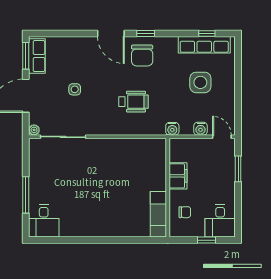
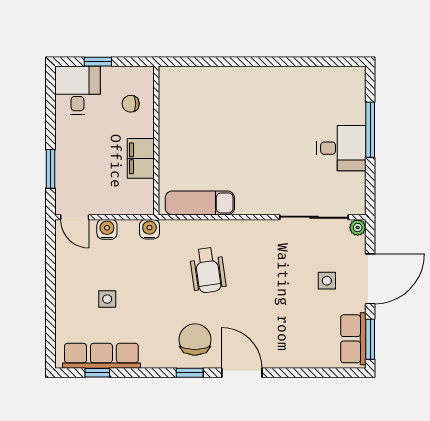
side table: (200, 82) -> (107, 299), width x0.54, depth x0.54
side table: (75, 89) -> (327, 281), moved
wheelchair: (134, 102) -> (208, 270), turned -98
exam couch: (158, 214) -> (200, 203), moved, turned -90
desk: (44, 221) -> (341, 148), moved, turned 90

